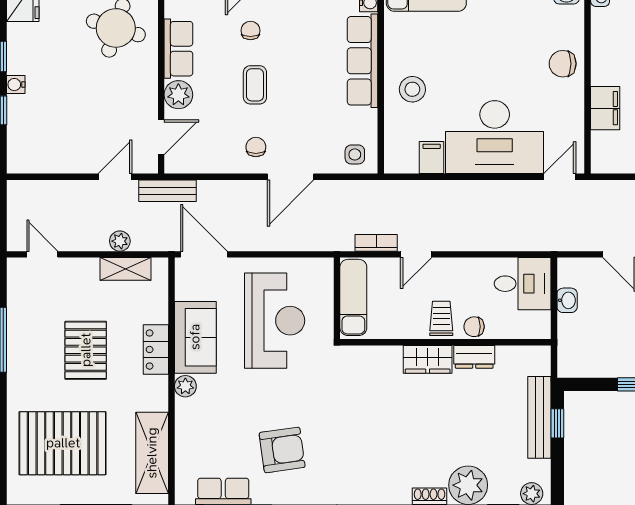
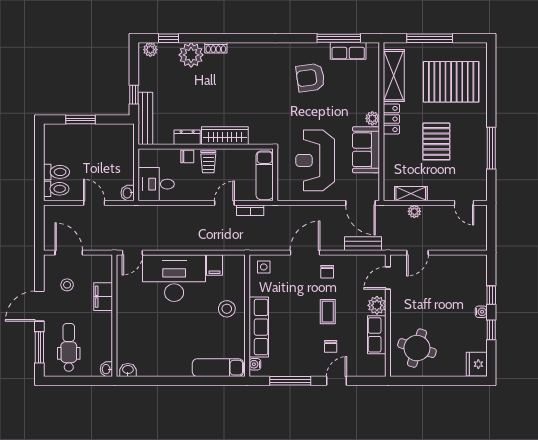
chair: (563, 64) -> (130, 325), removed
bench: (168, 191) -> (363, 244), moved
washbasin: (567, 300) -> (128, 193), moved
locker: (156, 350) -> (391, 119), moved
wardrobe: (428, 359) -> (225, 136), width x1.50
bench: (539, 417) -> (145, 118), moved

